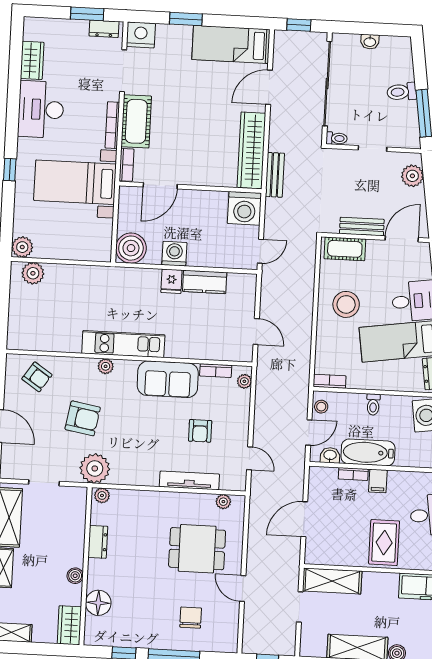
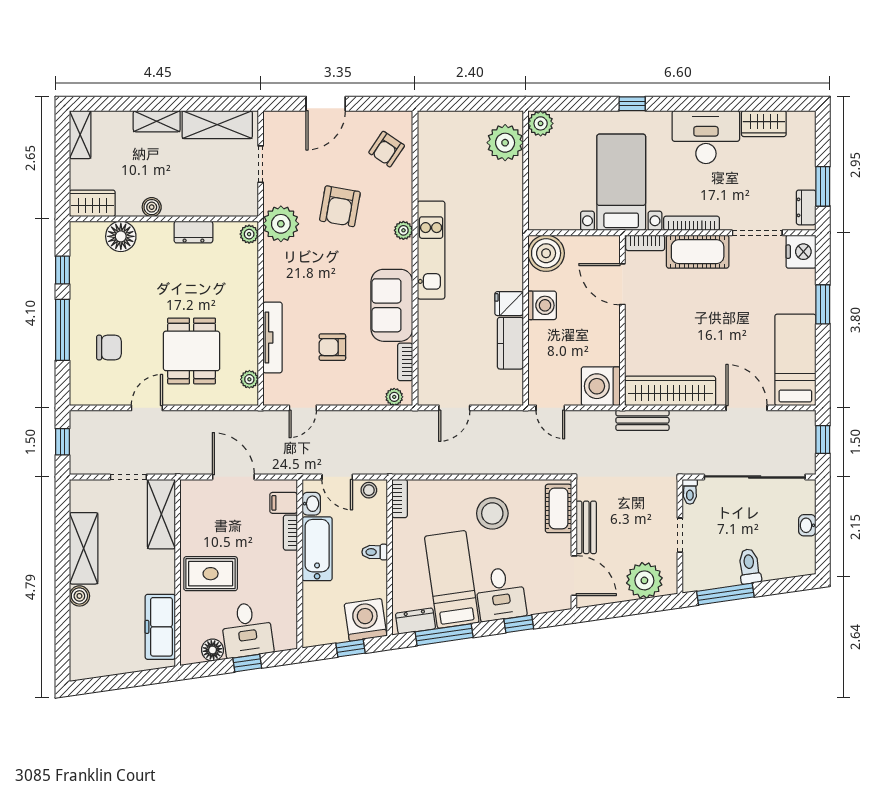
plant: (412, 176) -> (644, 580), width x1.36, depth x1.36
plant: (33, 273) -> (505, 143), width x1.36, depth x1.36
filing cabinet: (378, 481) -> (284, 503), moved

